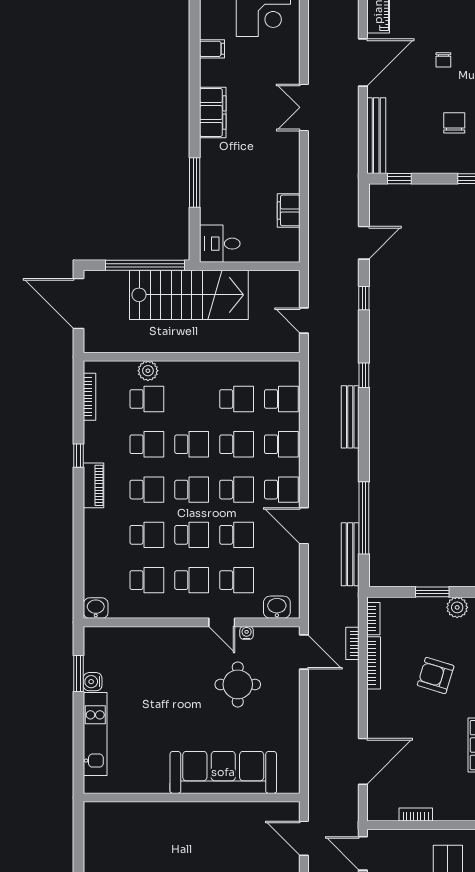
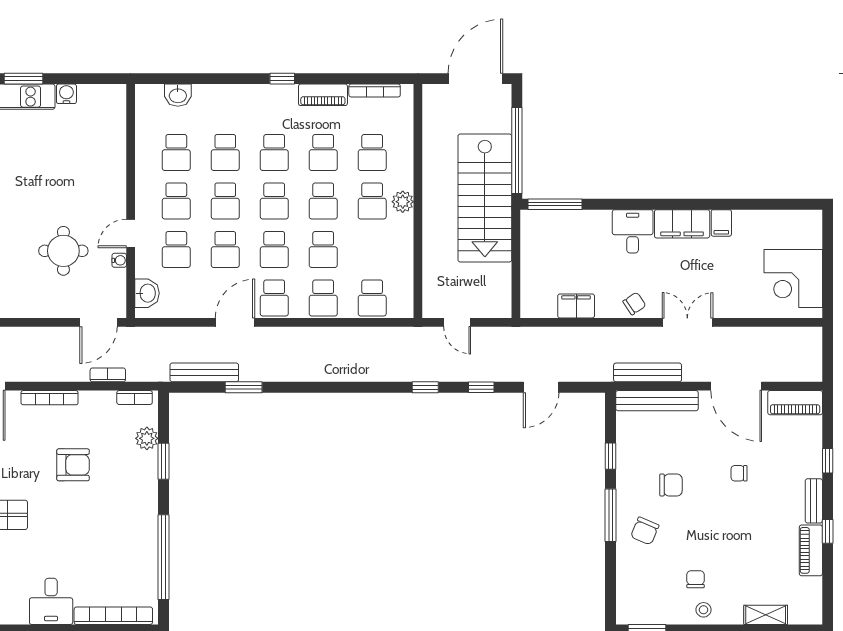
filing cabinet: (212, 49) -> (721, 223), moved
chair: (286, 157) -> (634, 304), added
window: (399, 179) -> (611, 456), moved
window: (195, 182) -> (555, 204), moved
door: (364, 243) -> (541, 387), hinge flipped
desk: (220, 244) -> (633, 231), moved
door: (304, 320) -> (457, 322), swing flipped
plant: (148, 371) -> (403, 202), moved
window: (364, 375) -> (425, 387), moved
school desk: (237, 399) -> (372, 201), moved
bench: (350, 417) -> (648, 372), moved
window: (79, 456) -> (282, 79), moved
piano: (94, 485) -> (323, 95), moved
window: (364, 518) -> (244, 387), width x0.47
plant: (457, 607) -> (147, 438), moved
washbasin: (96, 608) -> (178, 95), moved, turned 90
bookcase: (374, 663) -> (50, 398), moved
window: (79, 673) -> (23, 79), moved
armchair: (436, 676) -> (73, 465), turned 73

